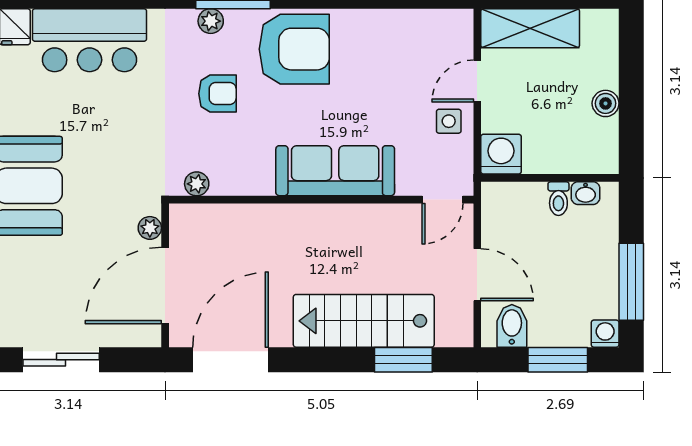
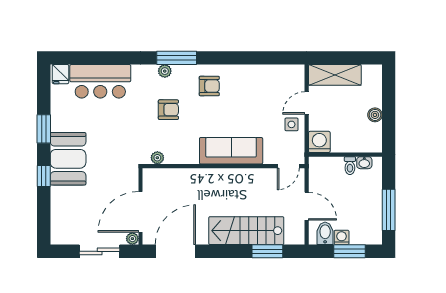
armchair: (294, 49) -> (209, 86), width x0.53, depth x0.53
plant: (150, 228) -> (132, 239), moved
washing machine: (605, 334) -> (342, 237), moved
sliding door: (61, 360) -> (100, 251), moved

